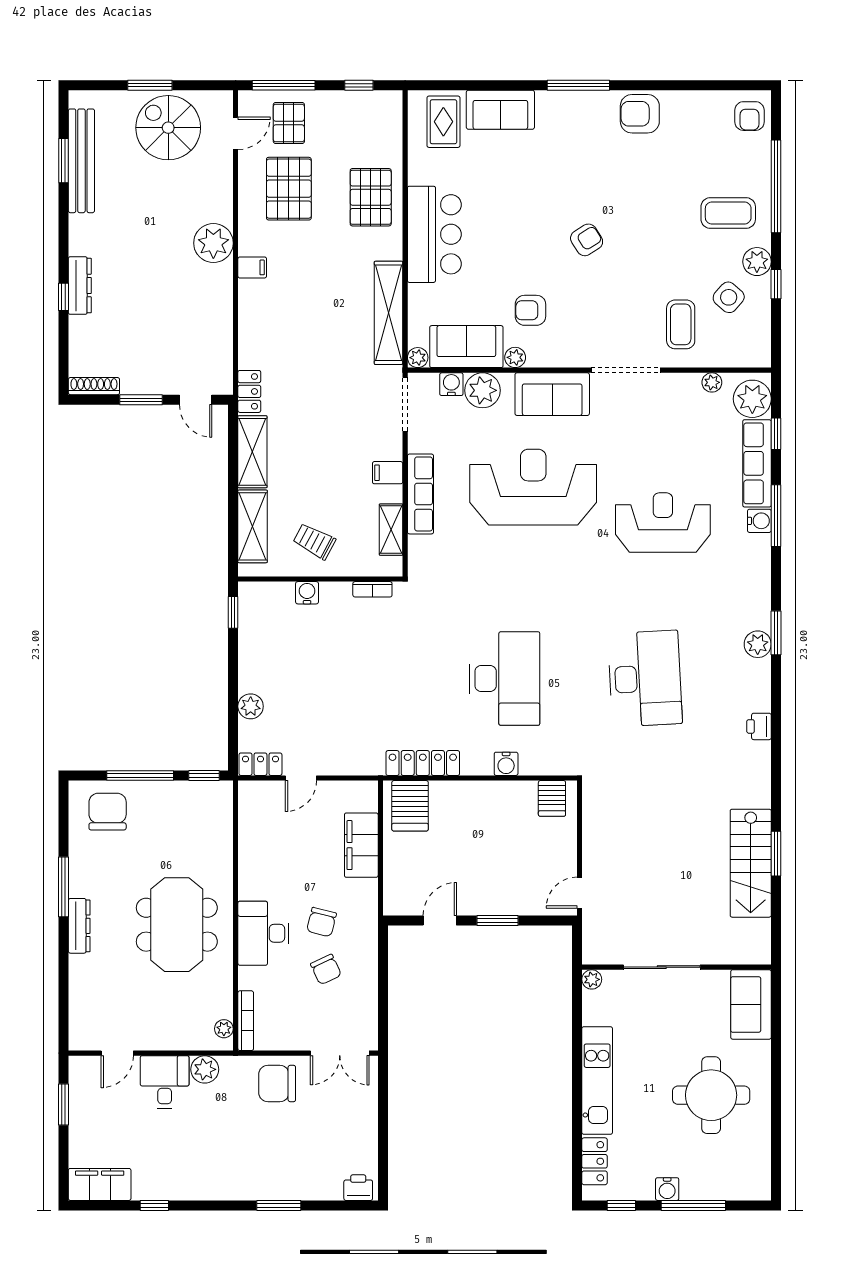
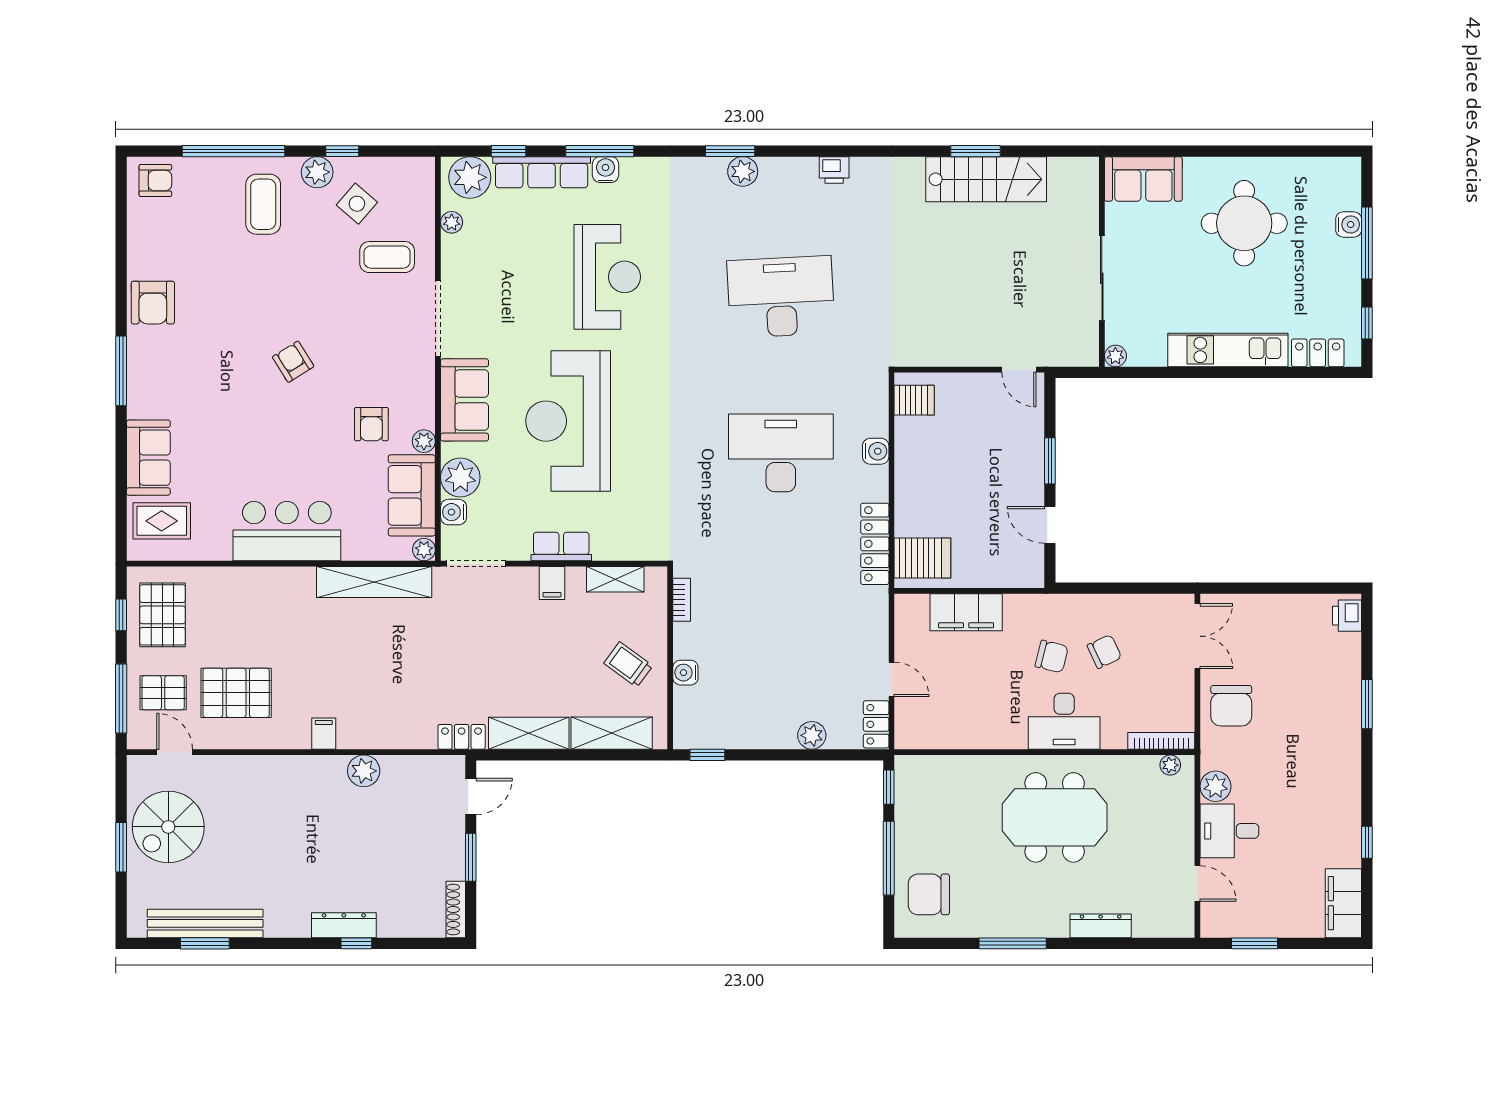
pallet: (371, 197) -> (163, 615), moved, turned 90
plant: (213, 243) -> (364, 771), moved, width x0.73, depth x0.73
row of seats: (420, 494) -> (561, 546), width x0.68
reception desk: (663, 522) -> (607, 277), turned 180
trolley: (314, 541) -> (628, 665), turned 98
dresser: (79, 926) -> (1101, 926), moved
water cooler: (667, 1189) -> (1349, 224), moved

